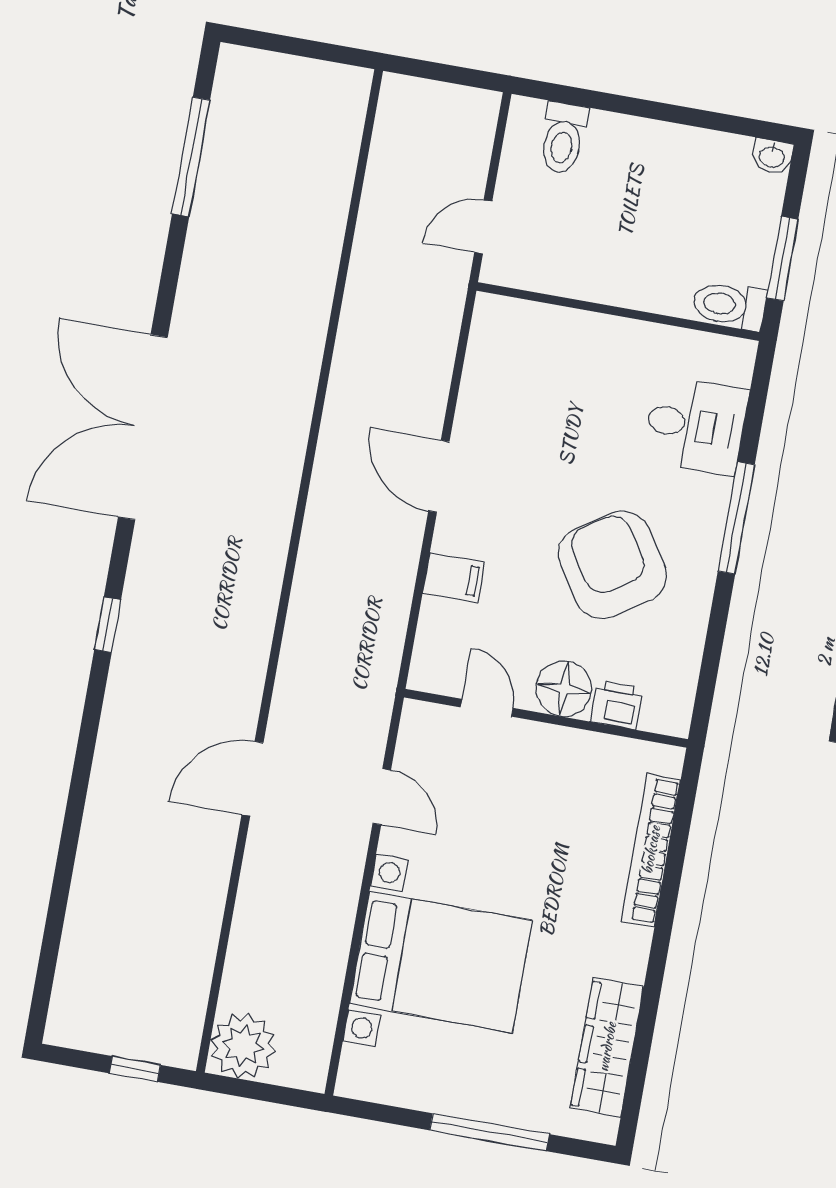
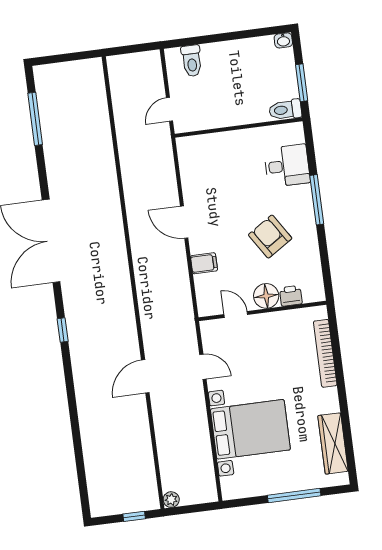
armchair: (612, 565) -> (270, 237), width x0.73, depth x0.73
plant: (243, 1046) -> (171, 500), width x0.53, depth x0.53

